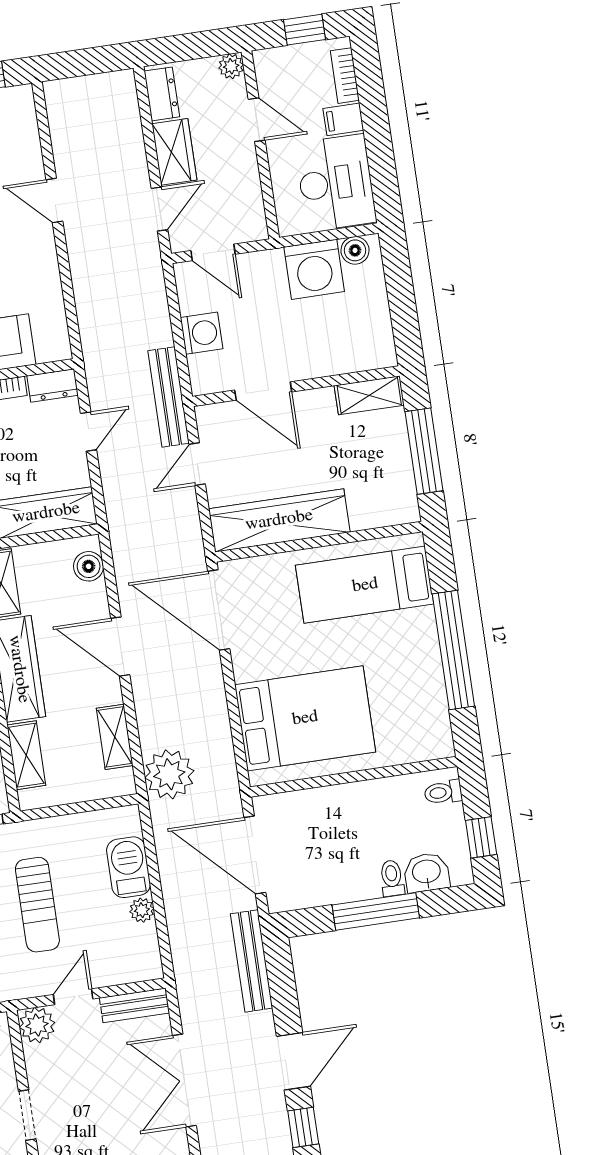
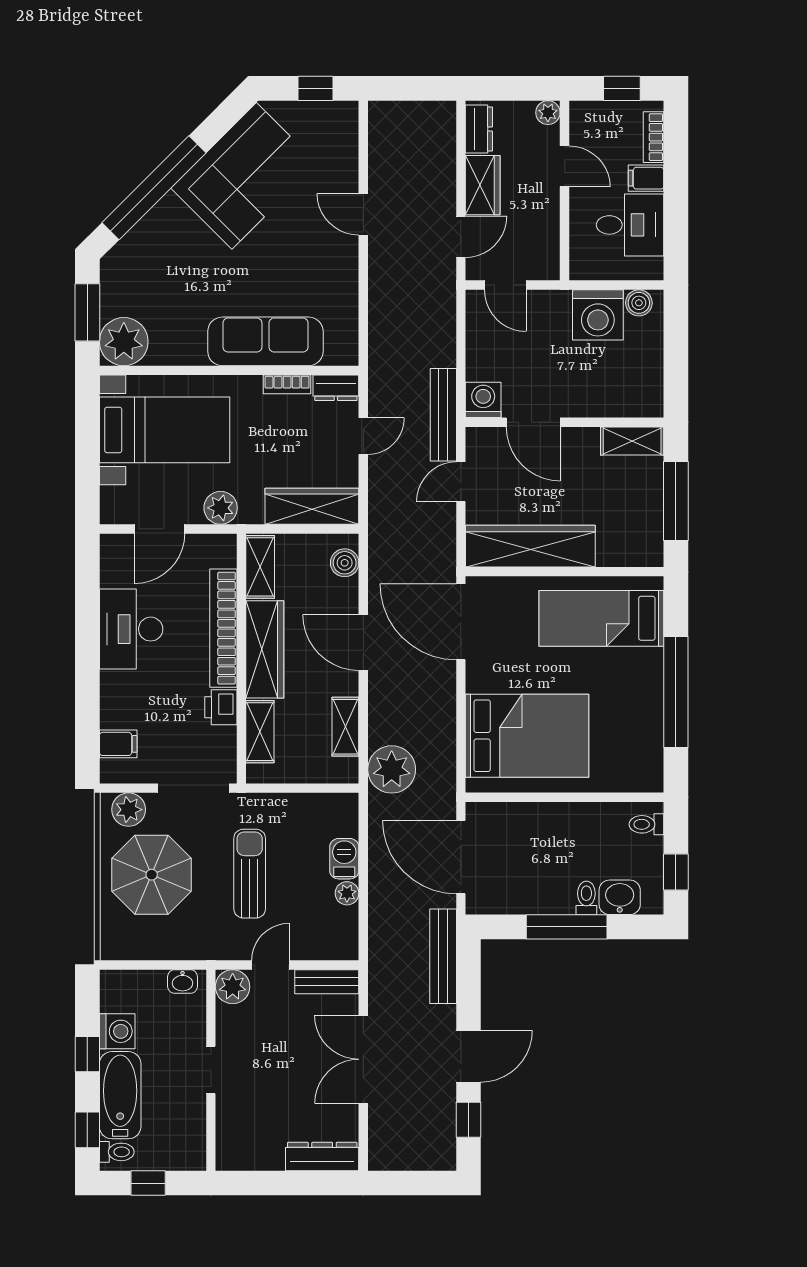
desk: (336, 183) -> (630, 225), width x0.73
washing machine: (202, 333) -> (483, 400), moved, turned -90
barbecue: (129, 867) -> (344, 859), width x0.73, depth x0.79
sun lounger: (37, 905) -> (250, 874), turned 180

